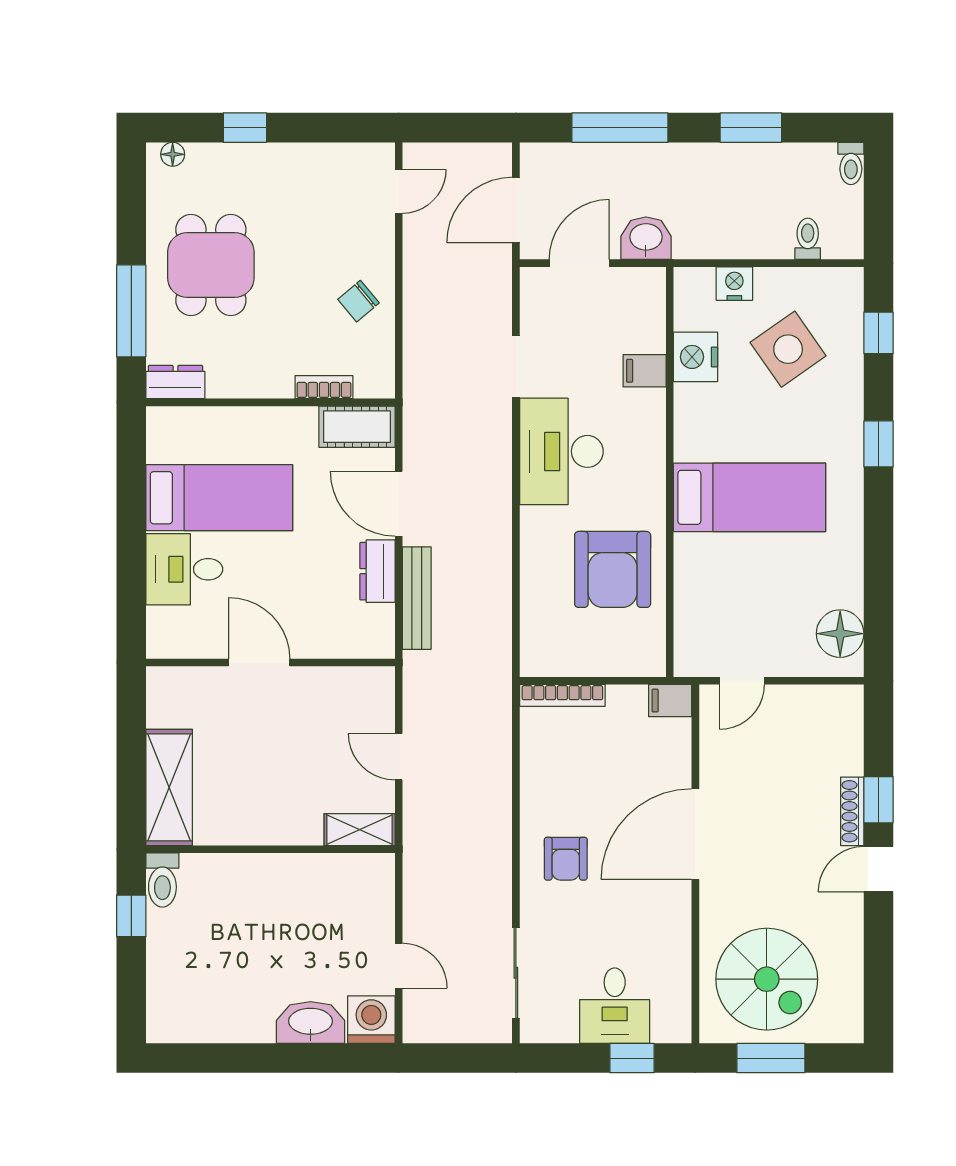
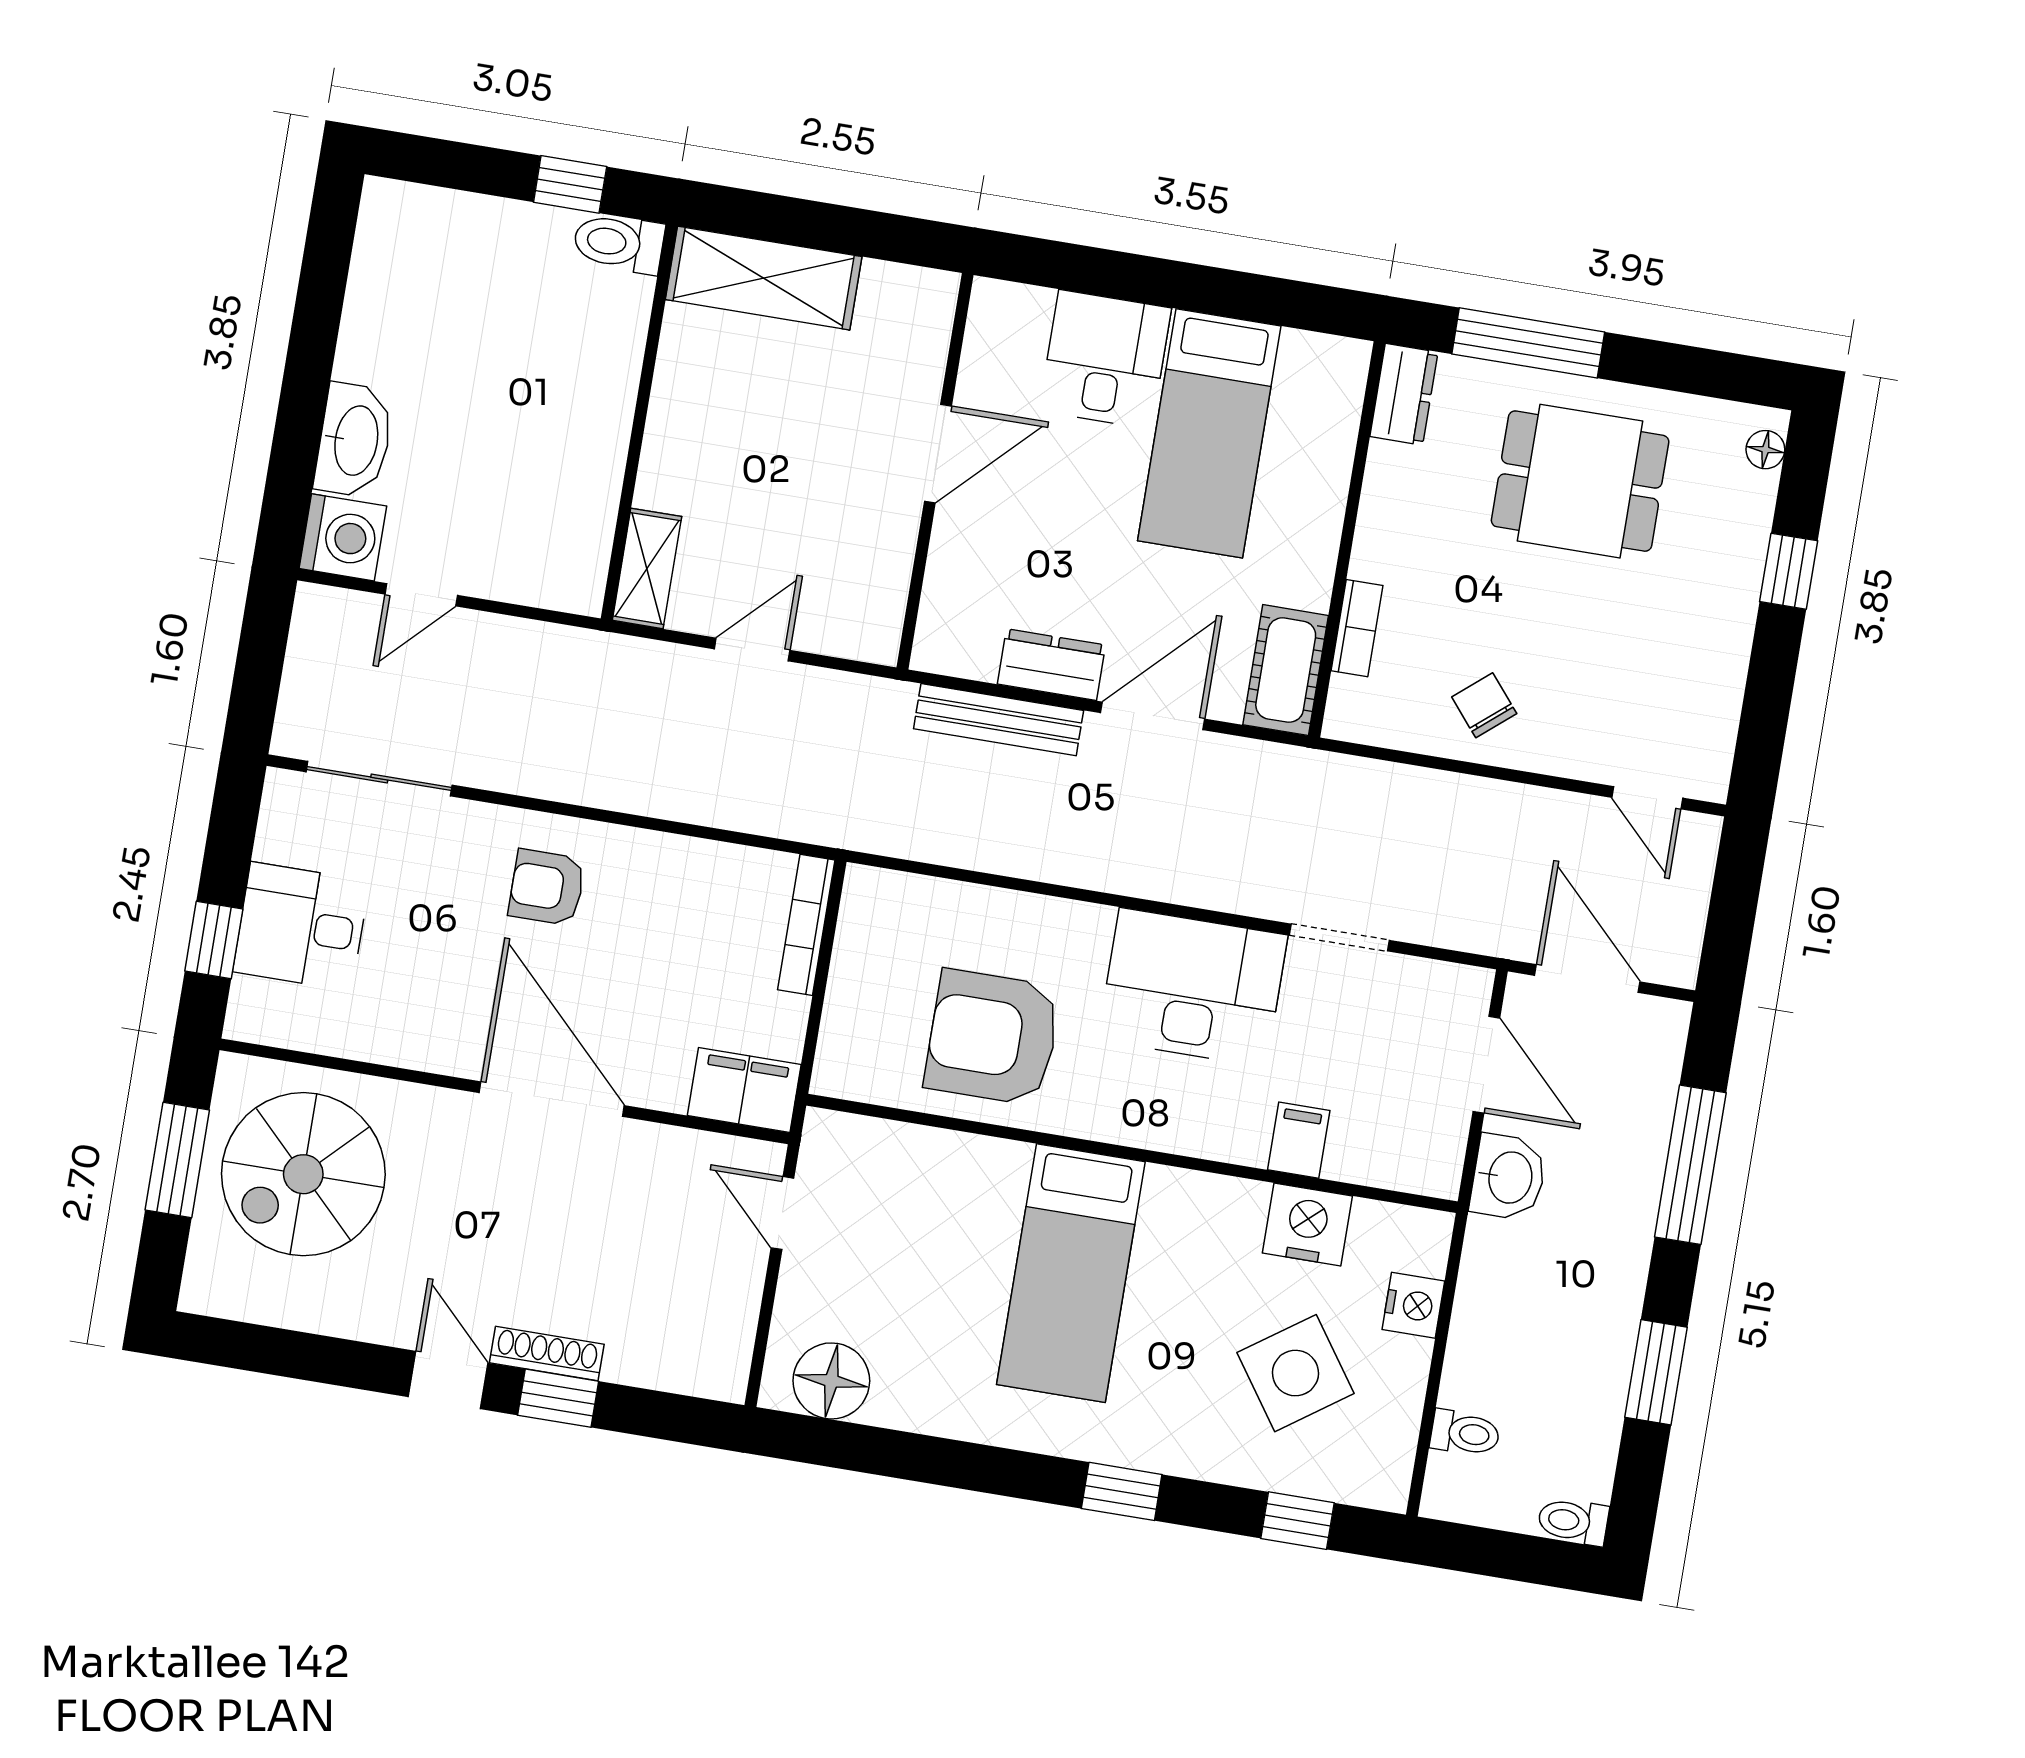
filing cabinet: (670, 701) -> (744, 1090), width x2.00

